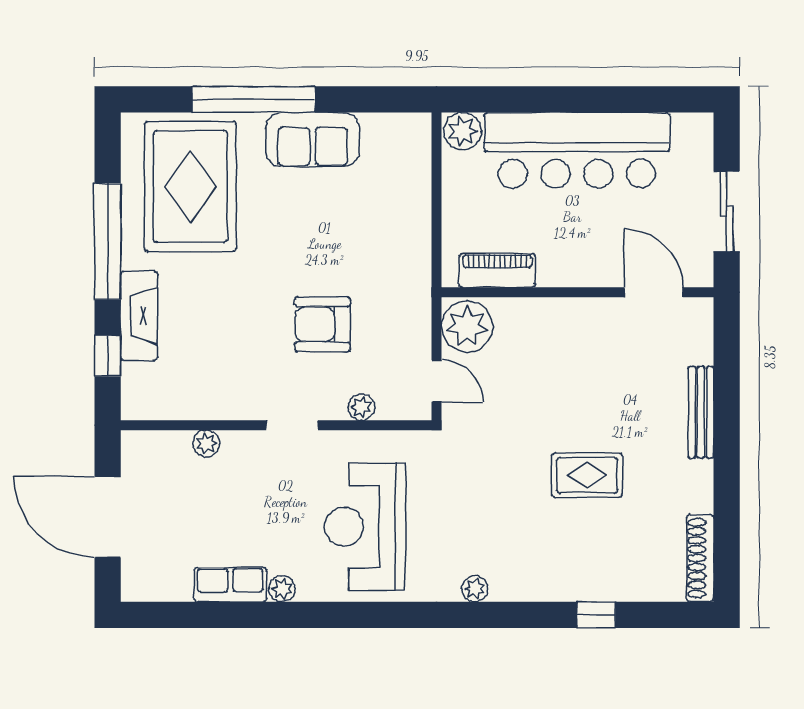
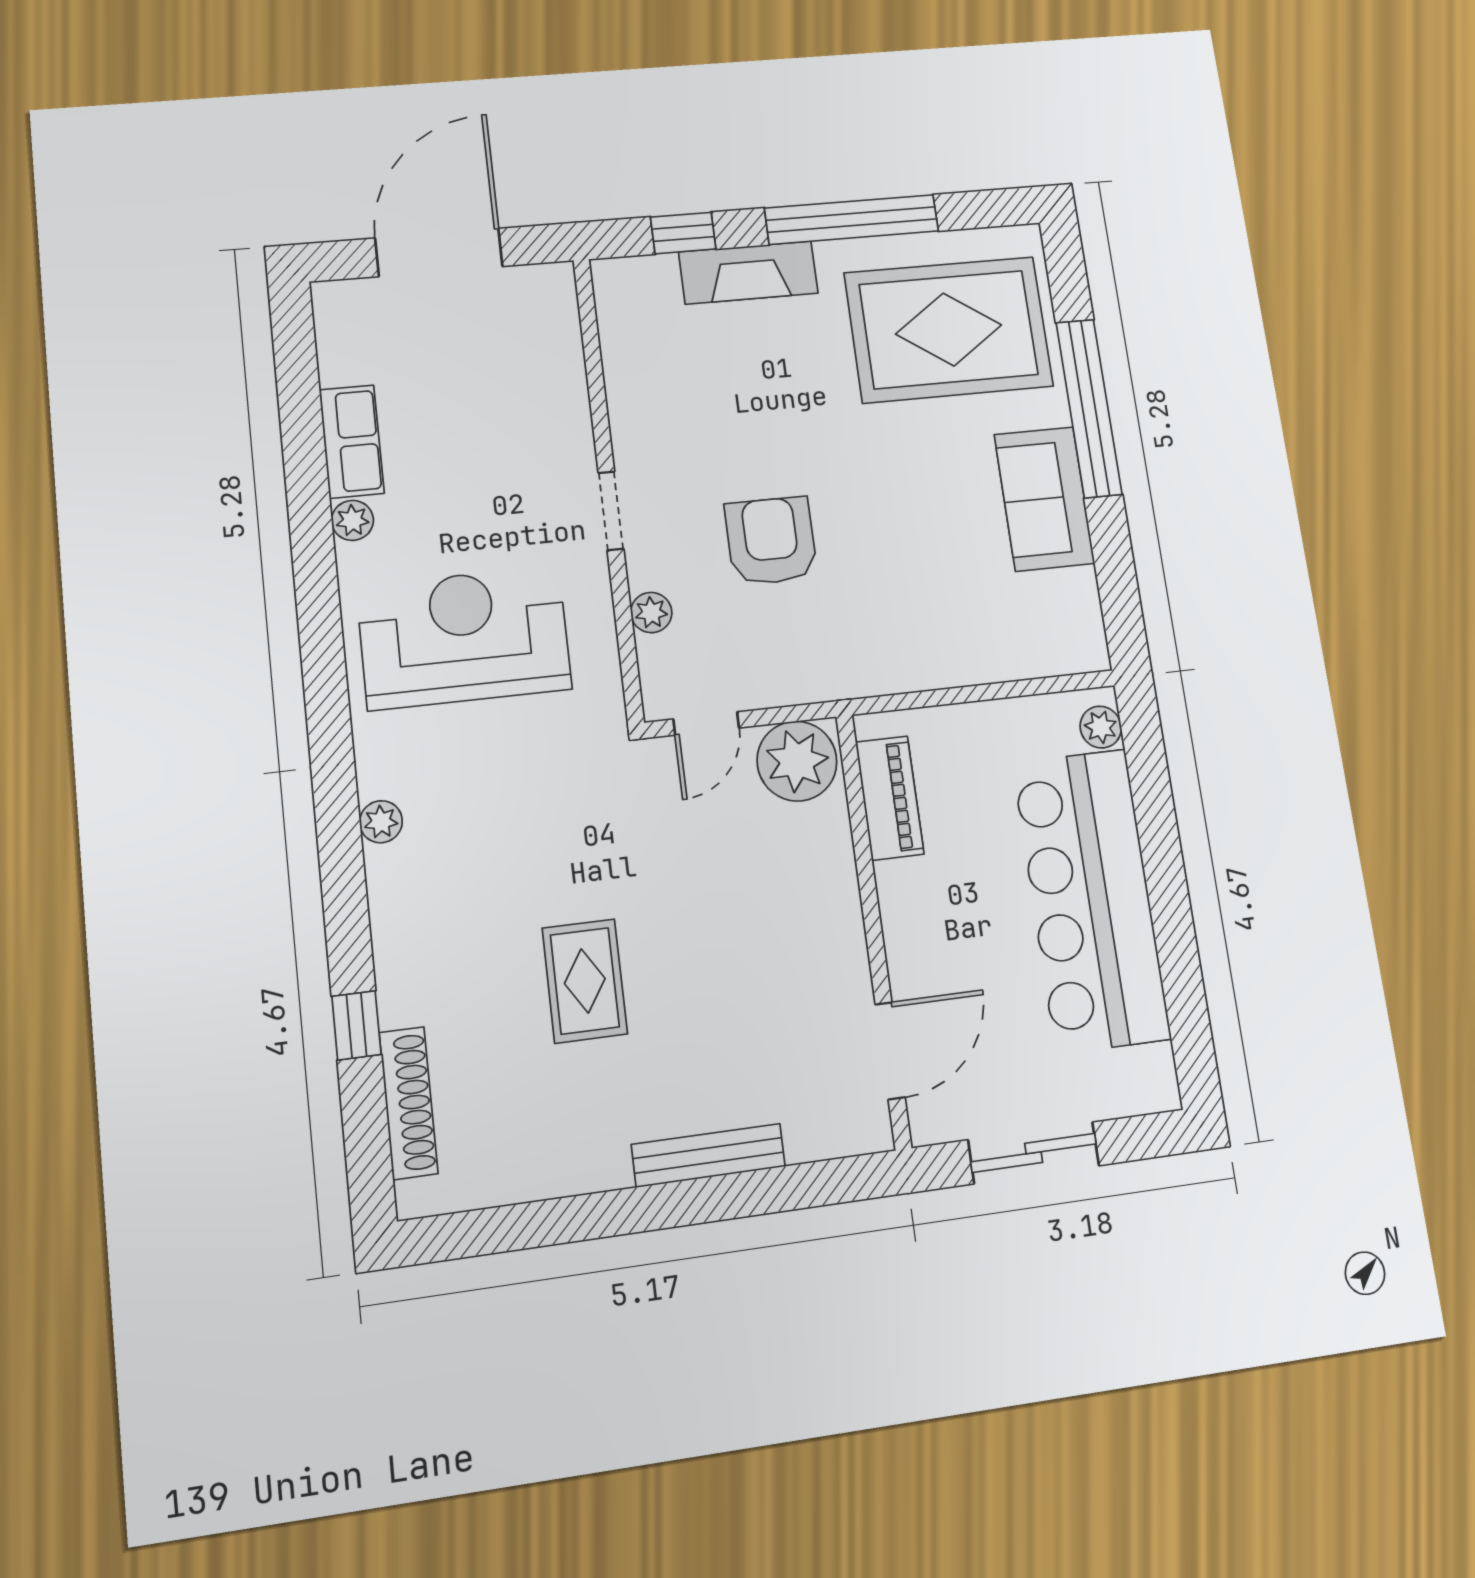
plant: (463, 131) -> (1101, 727), width x0.73, depth x0.73
plant: (206, 443) -> (568, 386), removed
shoe rack: (700, 558) -> (408, 1103), moved, turned 90

